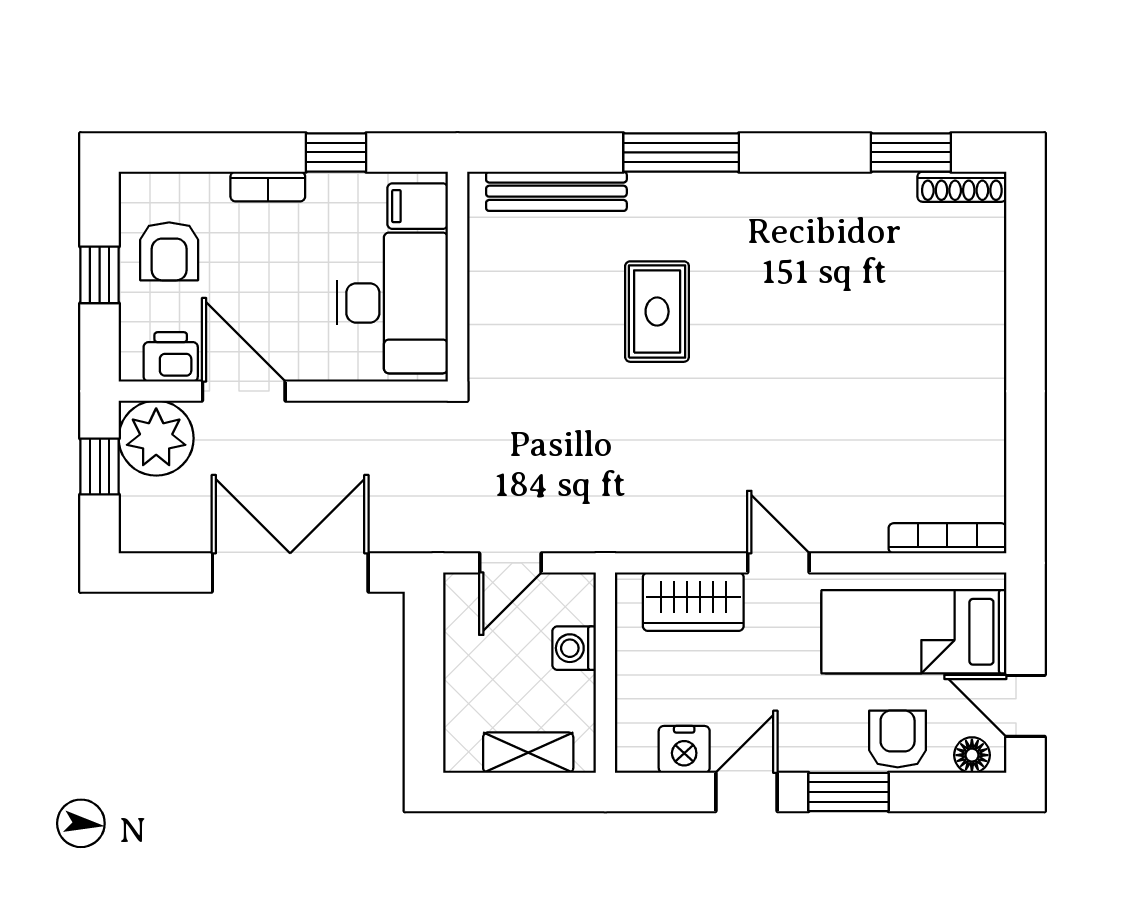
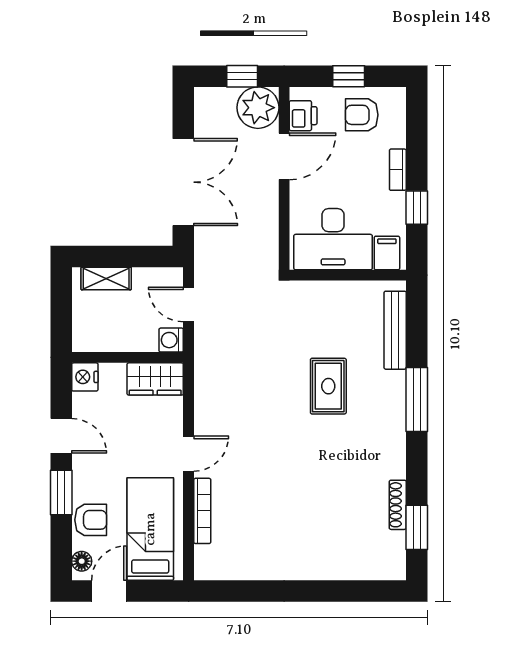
shoe rack: (962, 187) -> (398, 505), moved
rug: (657, 312) -> (328, 386), turned 90
bookcase: (947, 538) -> (202, 511), moved
wardrobe: (693, 602) -> (155, 379), moved, turned -90
washing machine: (574, 648) -> (171, 340), moved, turned -90
nightstand: (684, 749) -> (85, 377), moved
shelving: (528, 753) -> (106, 278), moved, turned 90

